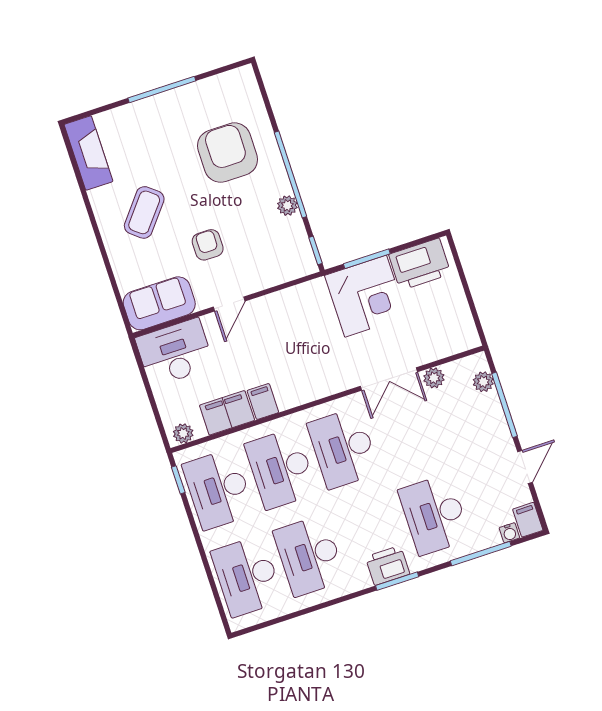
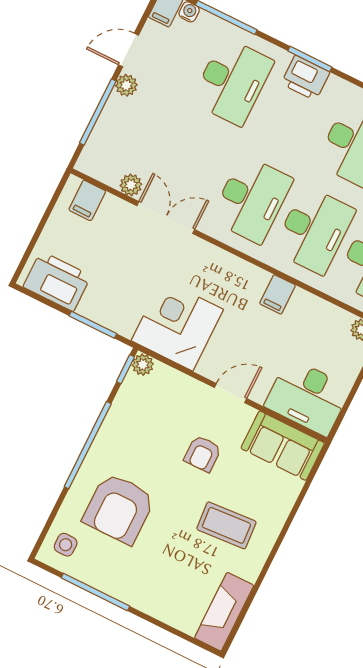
window: (162, 89) -> (95, 592), moved
side table: (239, 93) -> (66, 545), added
plant: (287, 206) -> (143, 365), moved
coffee table: (144, 212) -> (226, 525), turned 47
corner desk: (366, 296) -> (177, 325), moved
plant: (483, 382) -> (126, 85), moved
filing cabinet: (227, 413) -> (87, 200), moved, width x0.50

